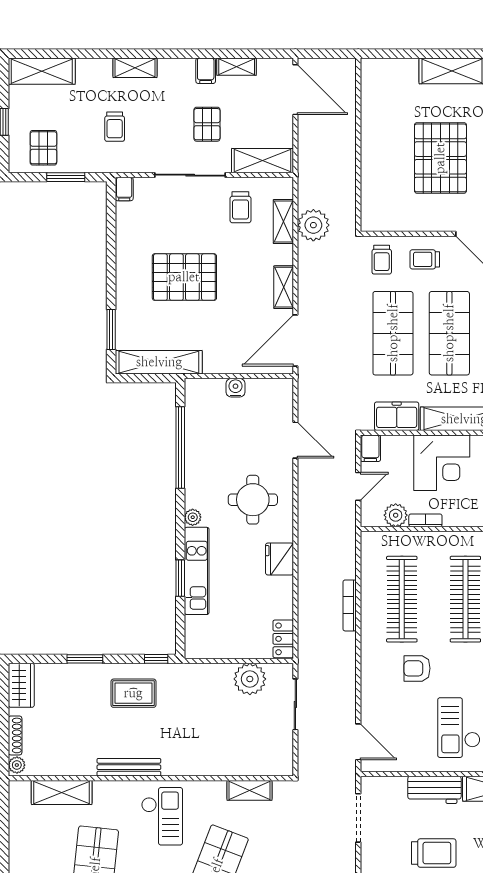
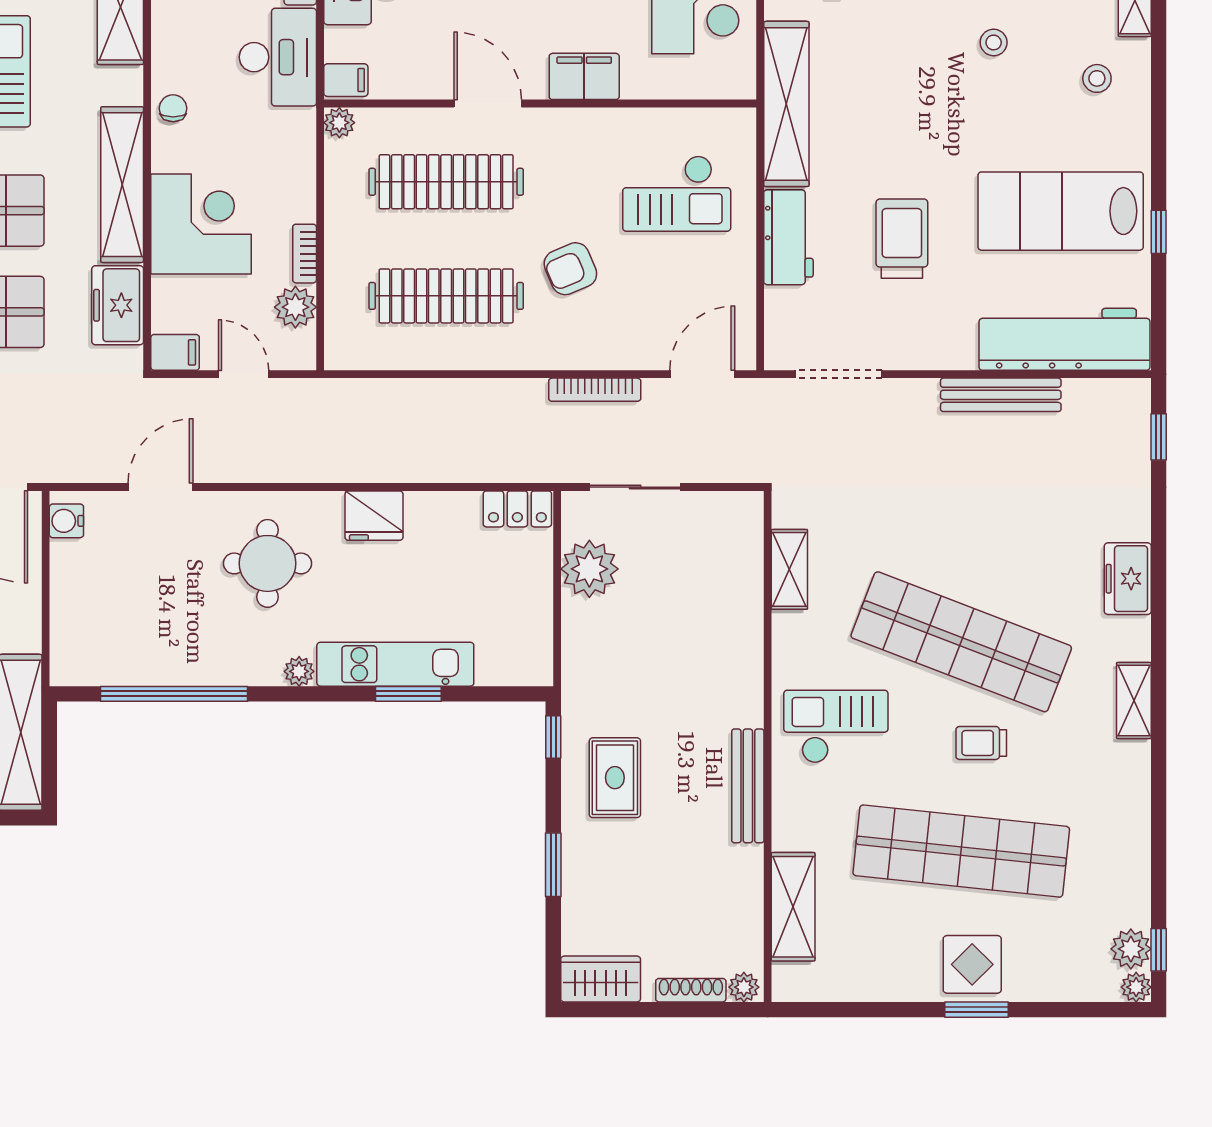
water cooler: (235, 388) -> (66, 521), moved
bookcase: (350, 605) -> (595, 390), moved
armchair: (417, 668) -> (570, 269), turned 67

